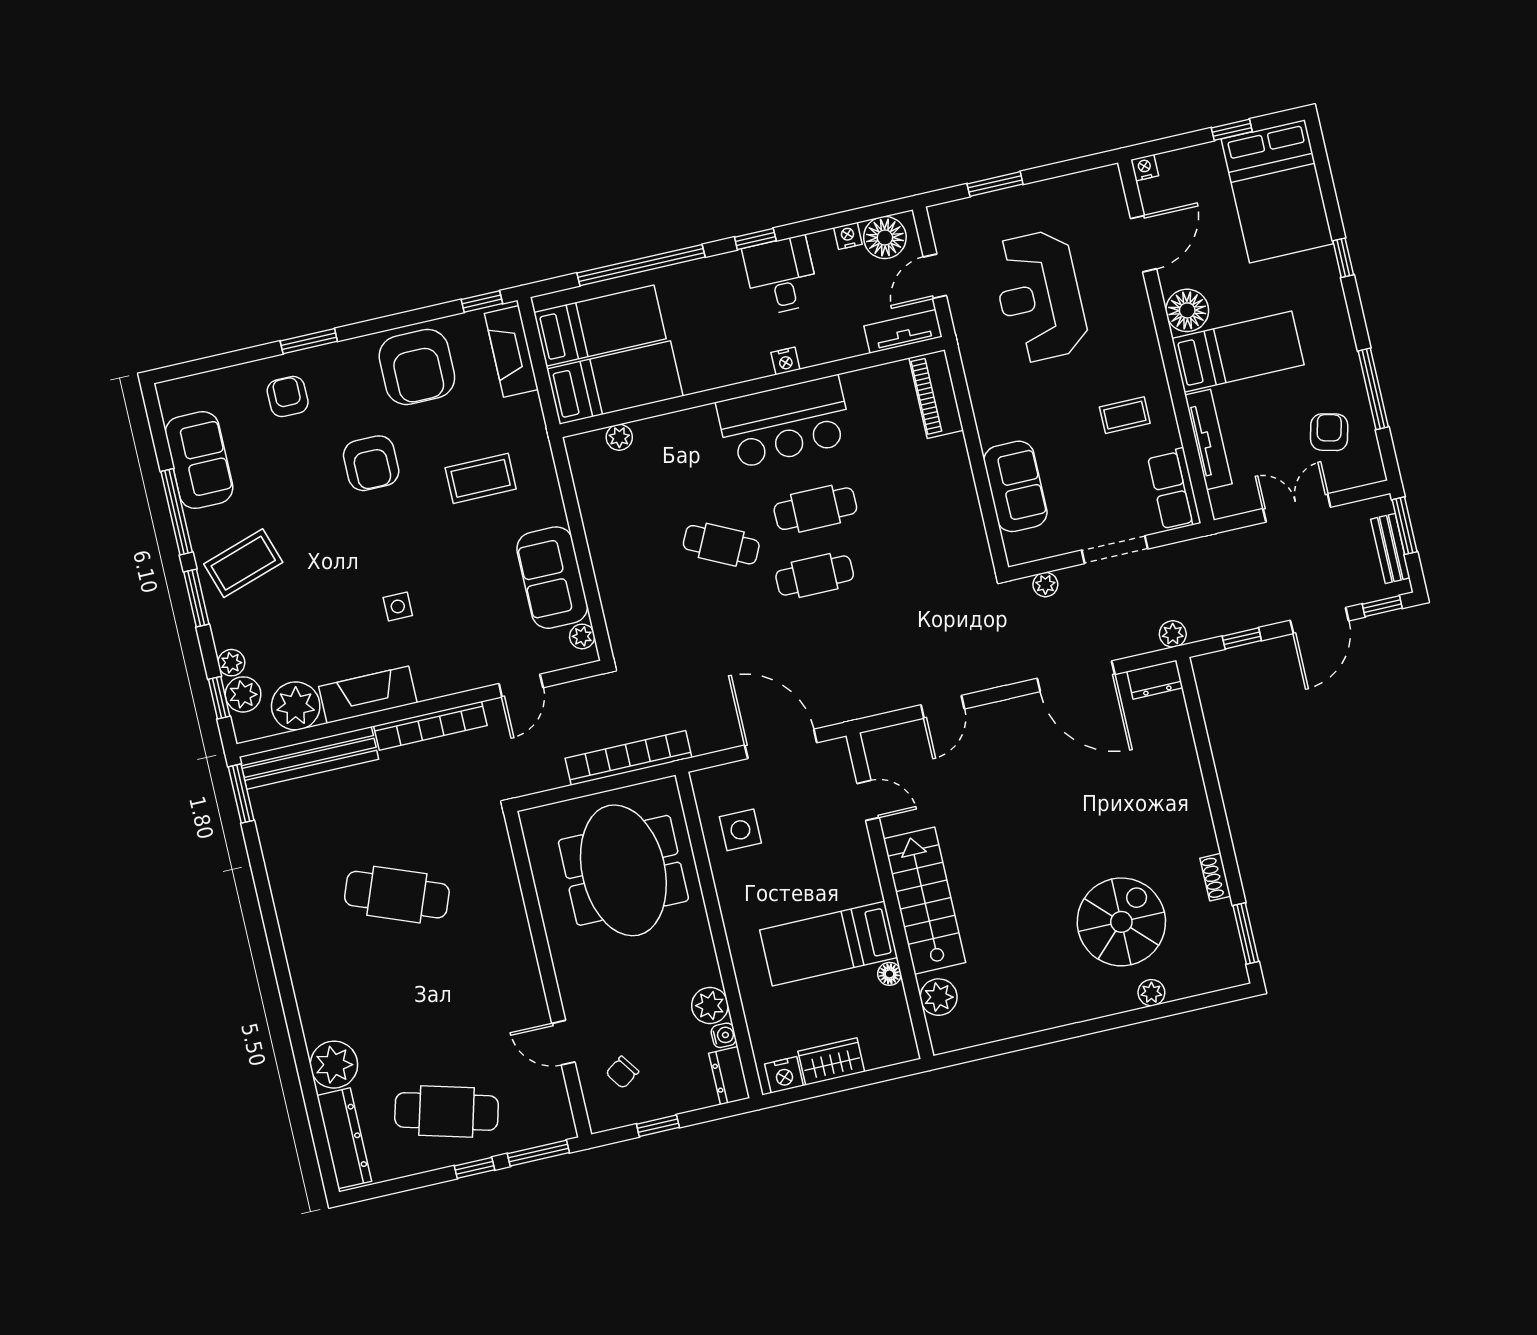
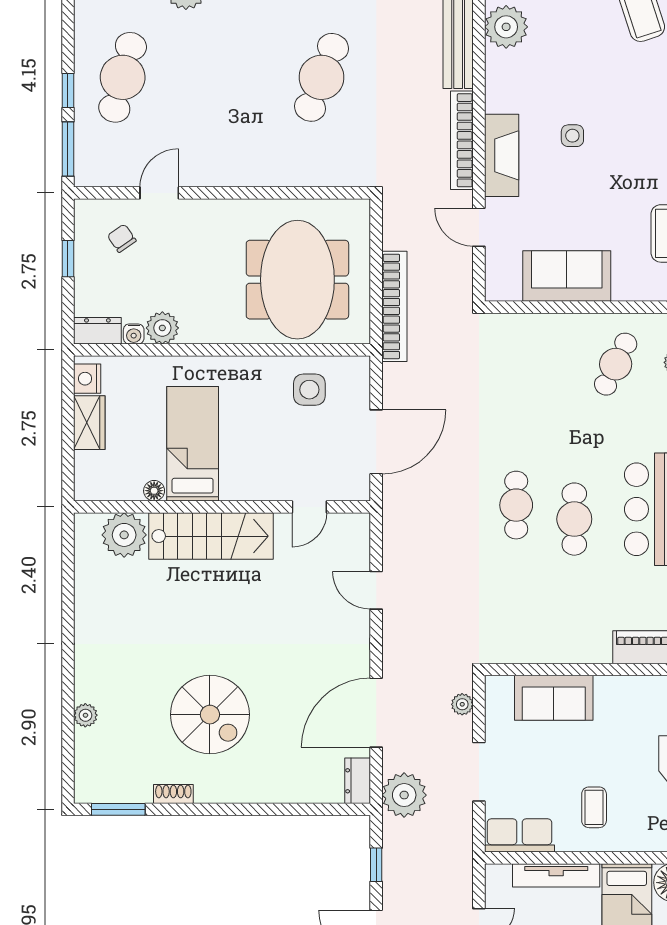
cafe table: (721, 545) -> (616, 364), moved
plant: (1173, 634) -> (404, 795), width x1.88, depth x1.88
plant: (582, 636) -> (510, 290), removed
fireplace: (368, 695) -> (502, 155), moved
meeting table: (623, 870) -> (297, 280), turned 90
spiral stairs: (1121, 922) -> (210, 715), moved
plant: (939, 997) -> (124, 535), width x1.36, depth x1.36

